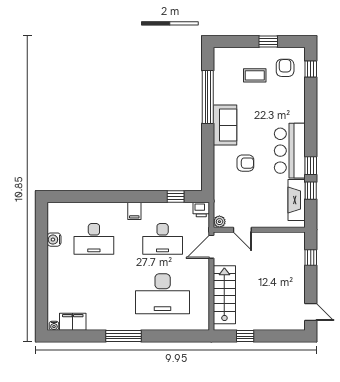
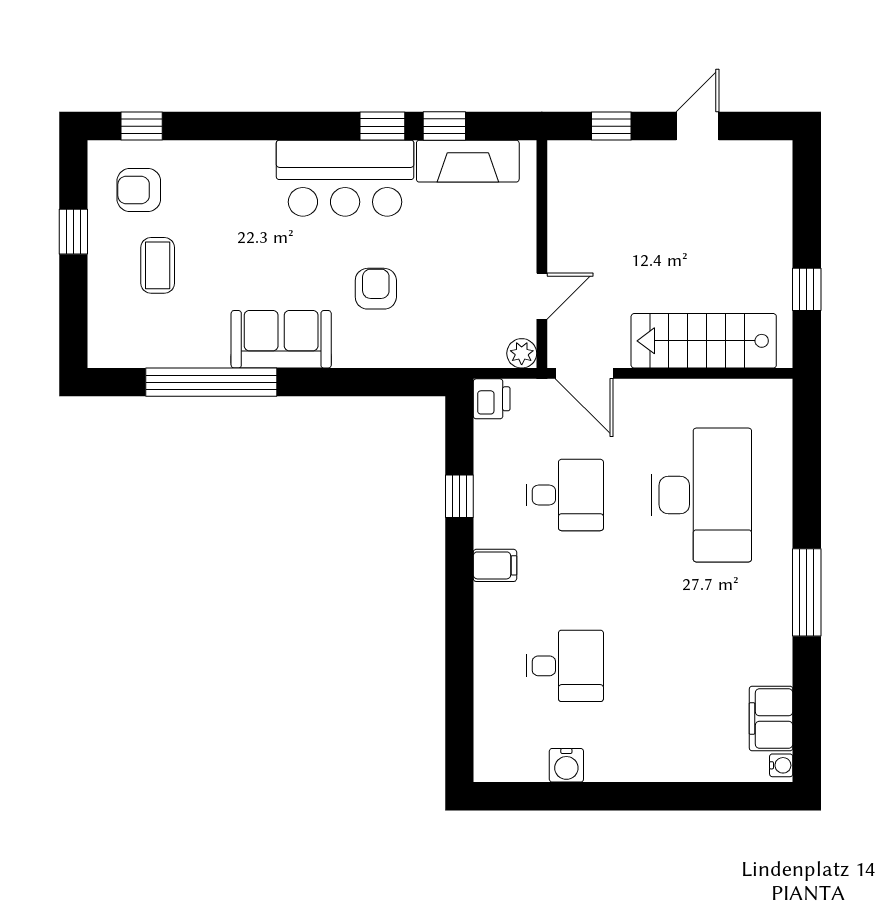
window: (176, 197) -> (459, 496), moved
desk: (94, 239) -> (565, 666), width x0.73
desk: (163, 239) -> (565, 495), width x0.73
door: (311, 312) -> (698, 126), moved

